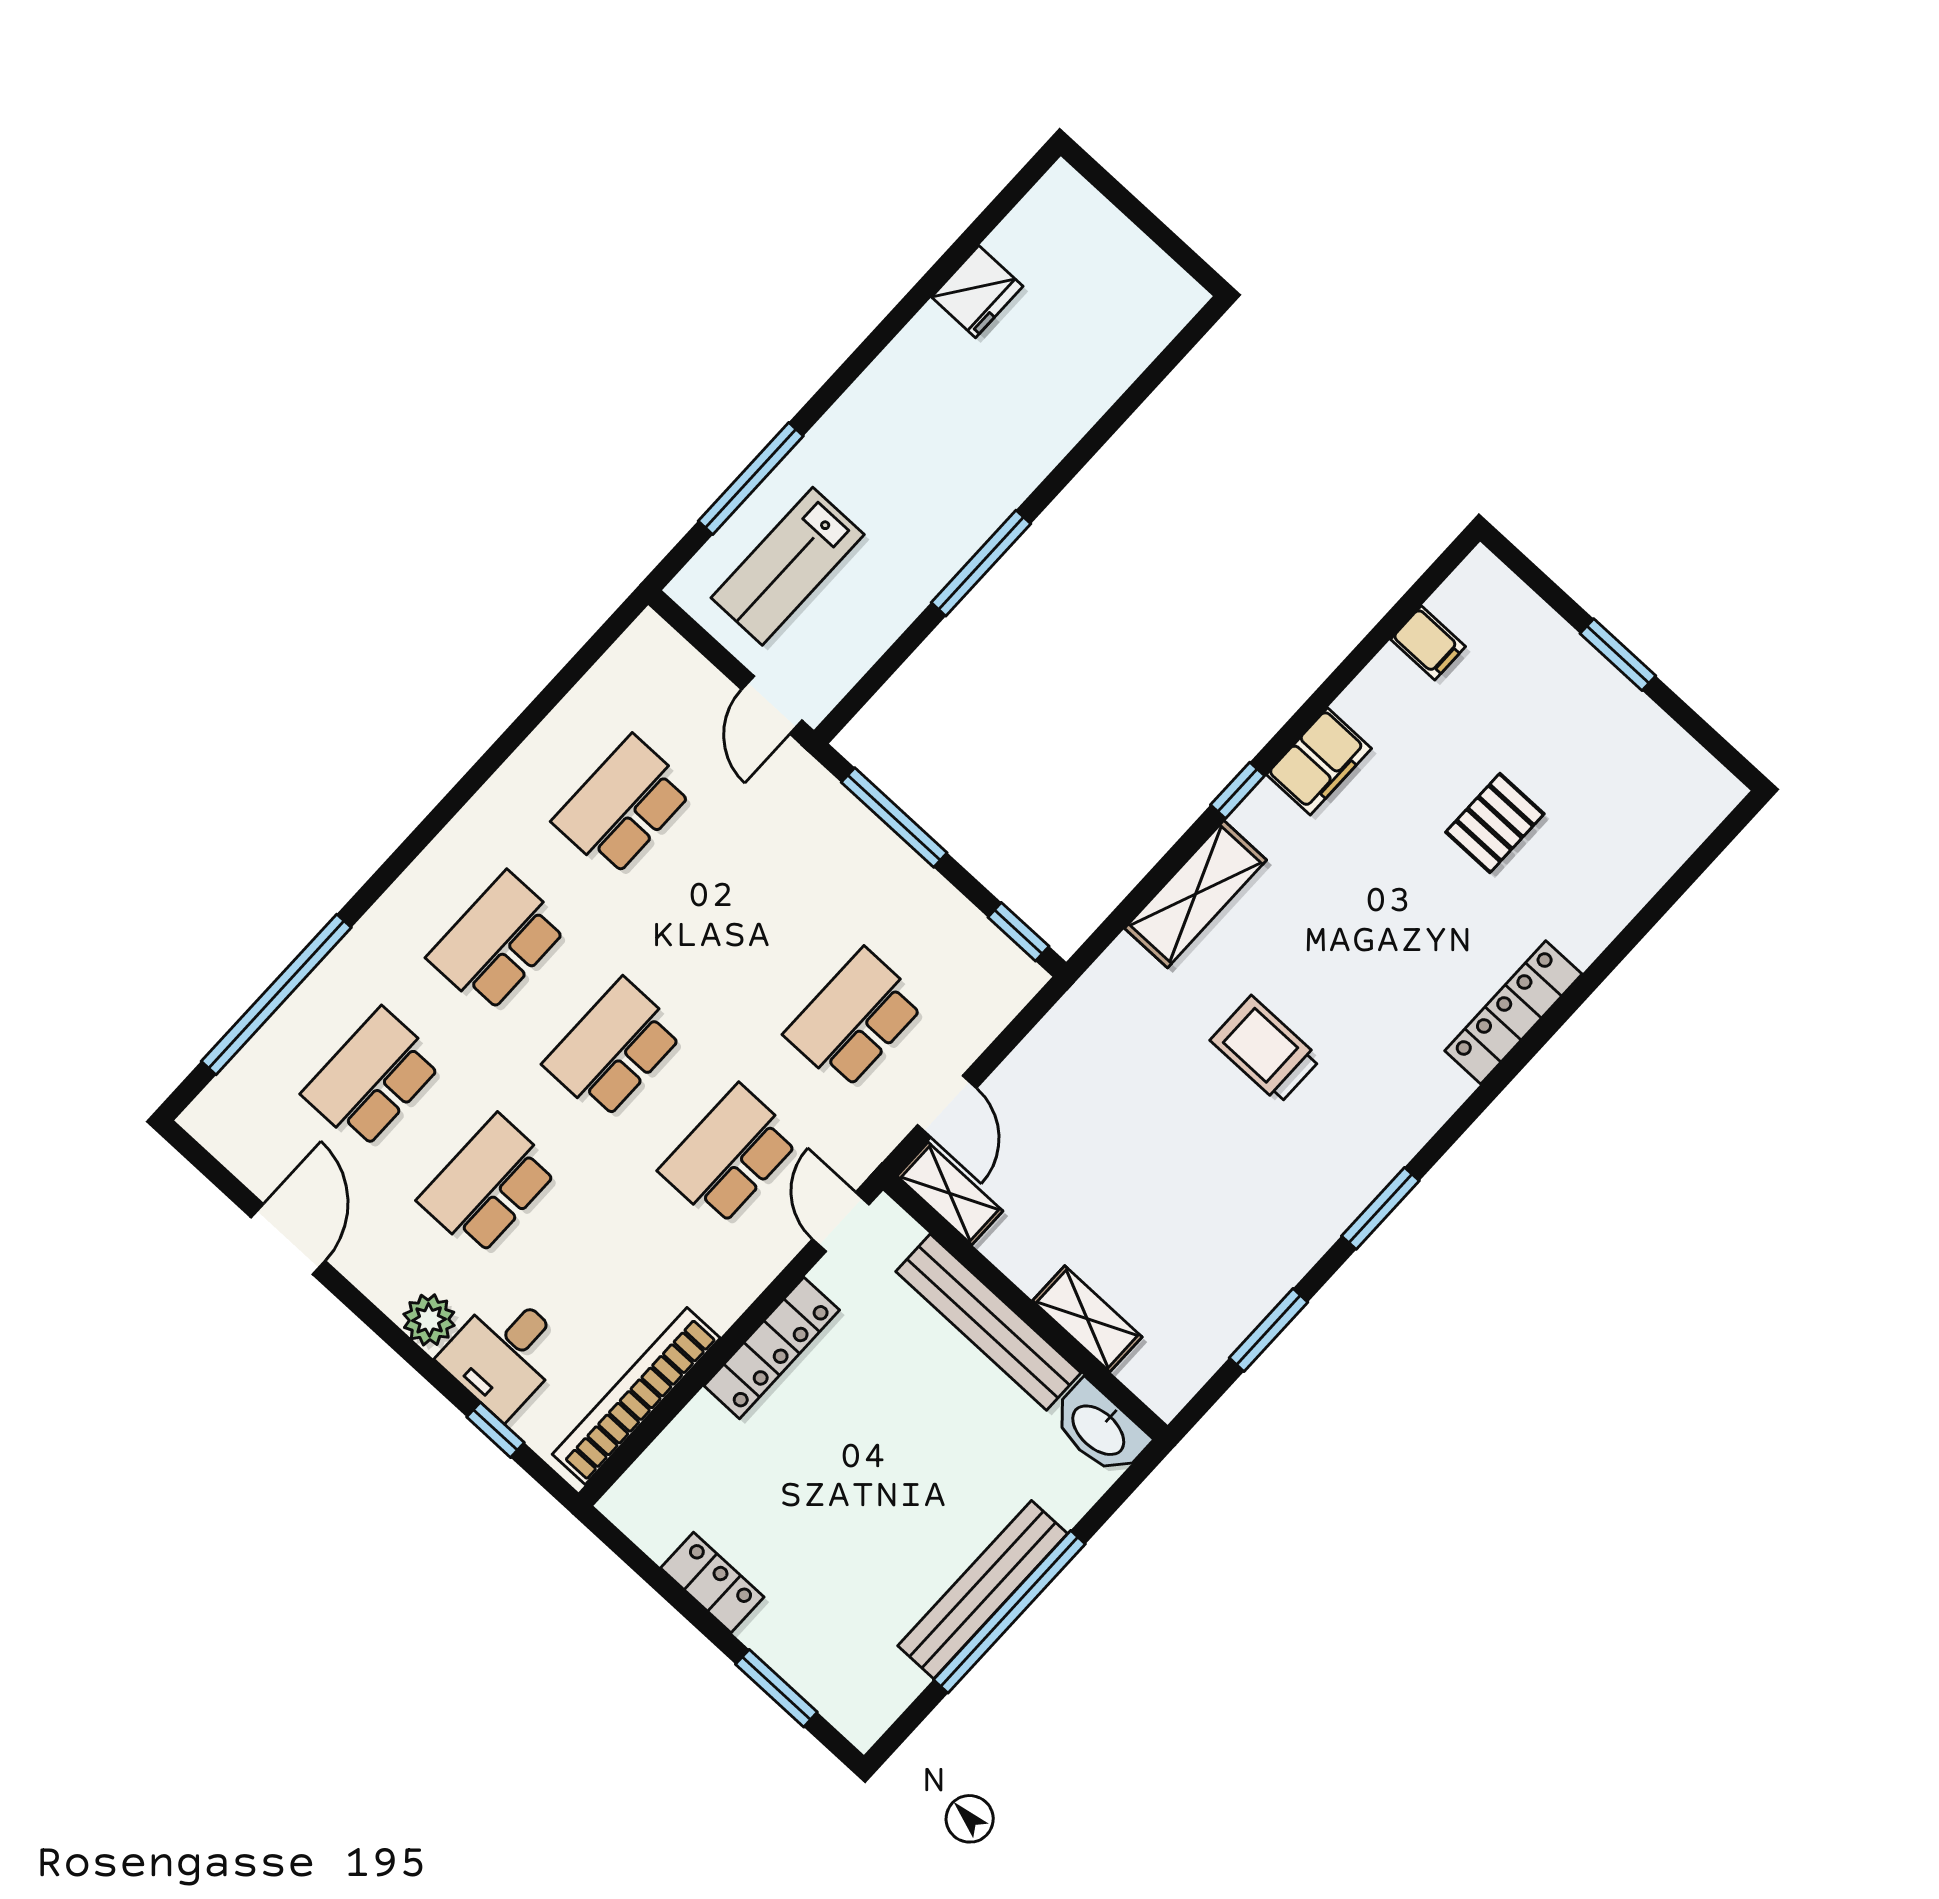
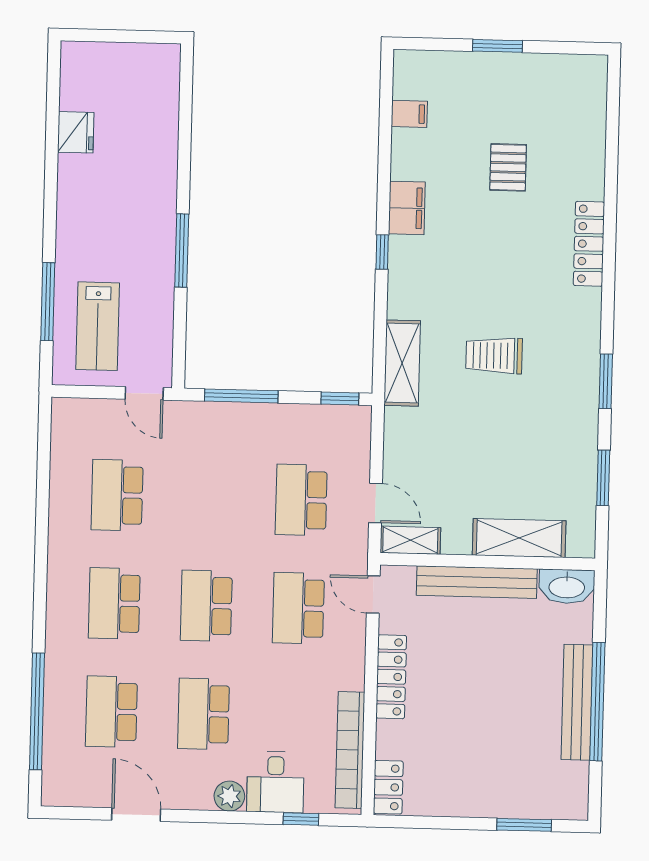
shelving: (1196, 894) -> (402, 363), moved
shelving: (1087, 1319) -> (519, 538), width x1.50, depth x1.33
locker: (712, 1582) -> (388, 787), moved, turned 90

